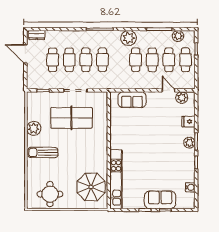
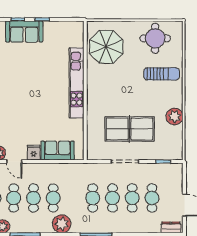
fridge: (152, 98) -> (34, 153), added
sun lounger: (43, 152) -> (162, 74), moved
kitchen unit: (116, 179) -> (77, 83), moved

